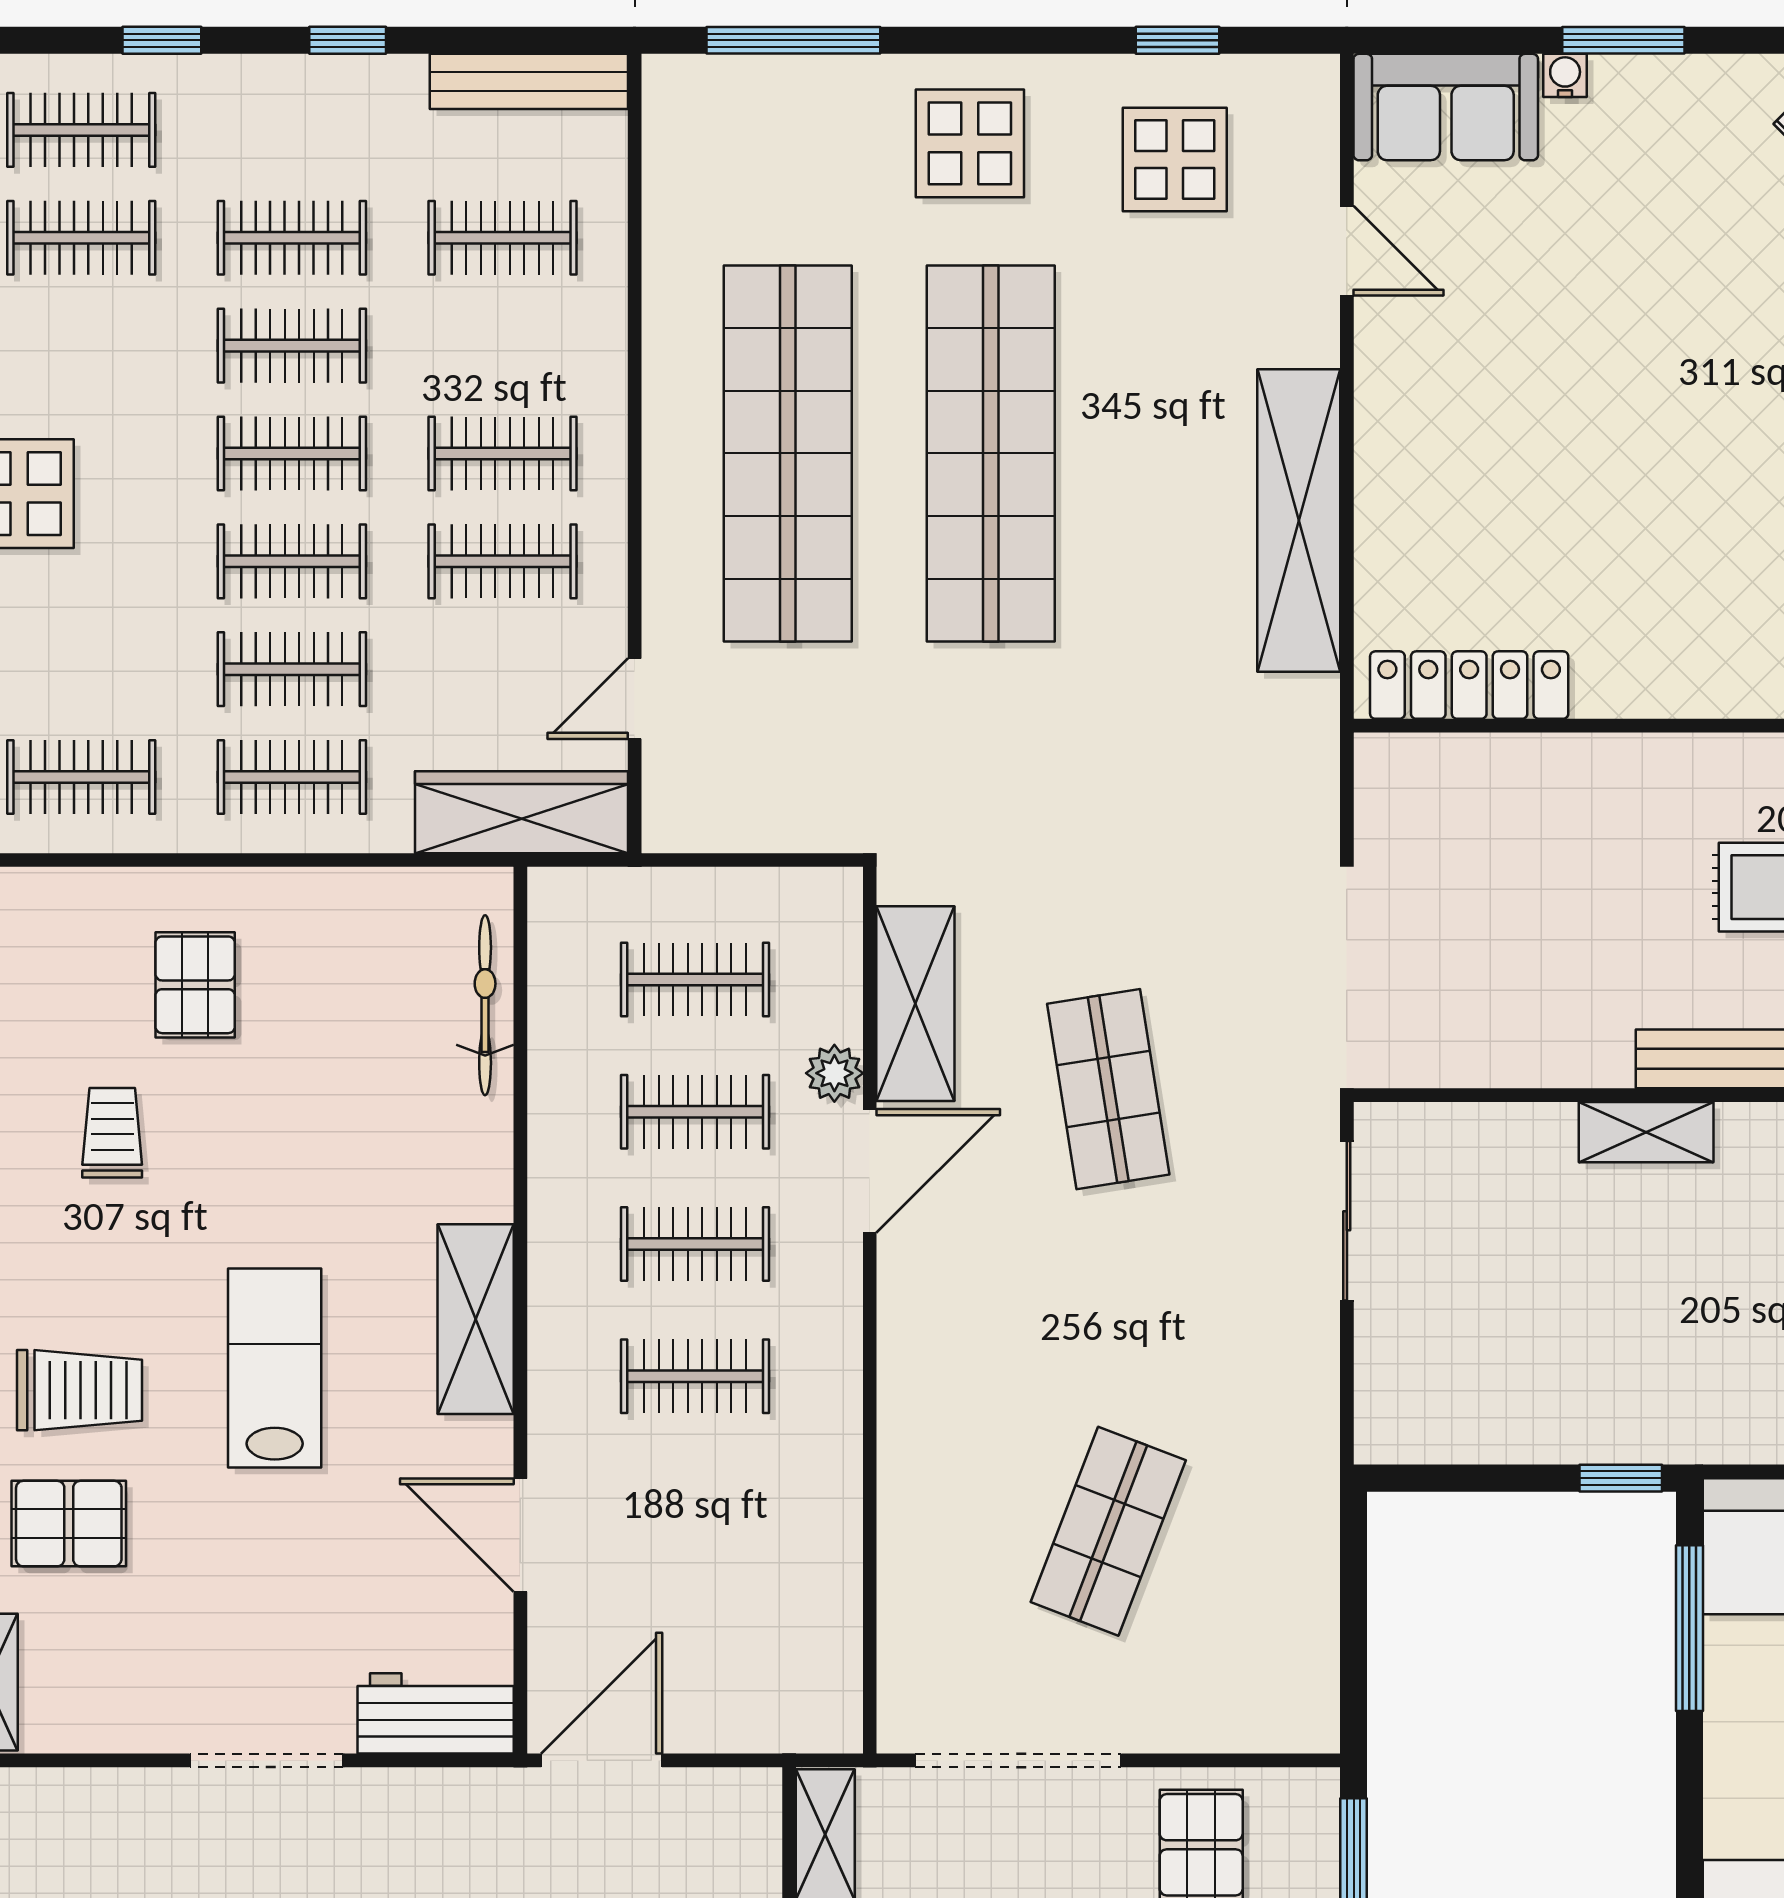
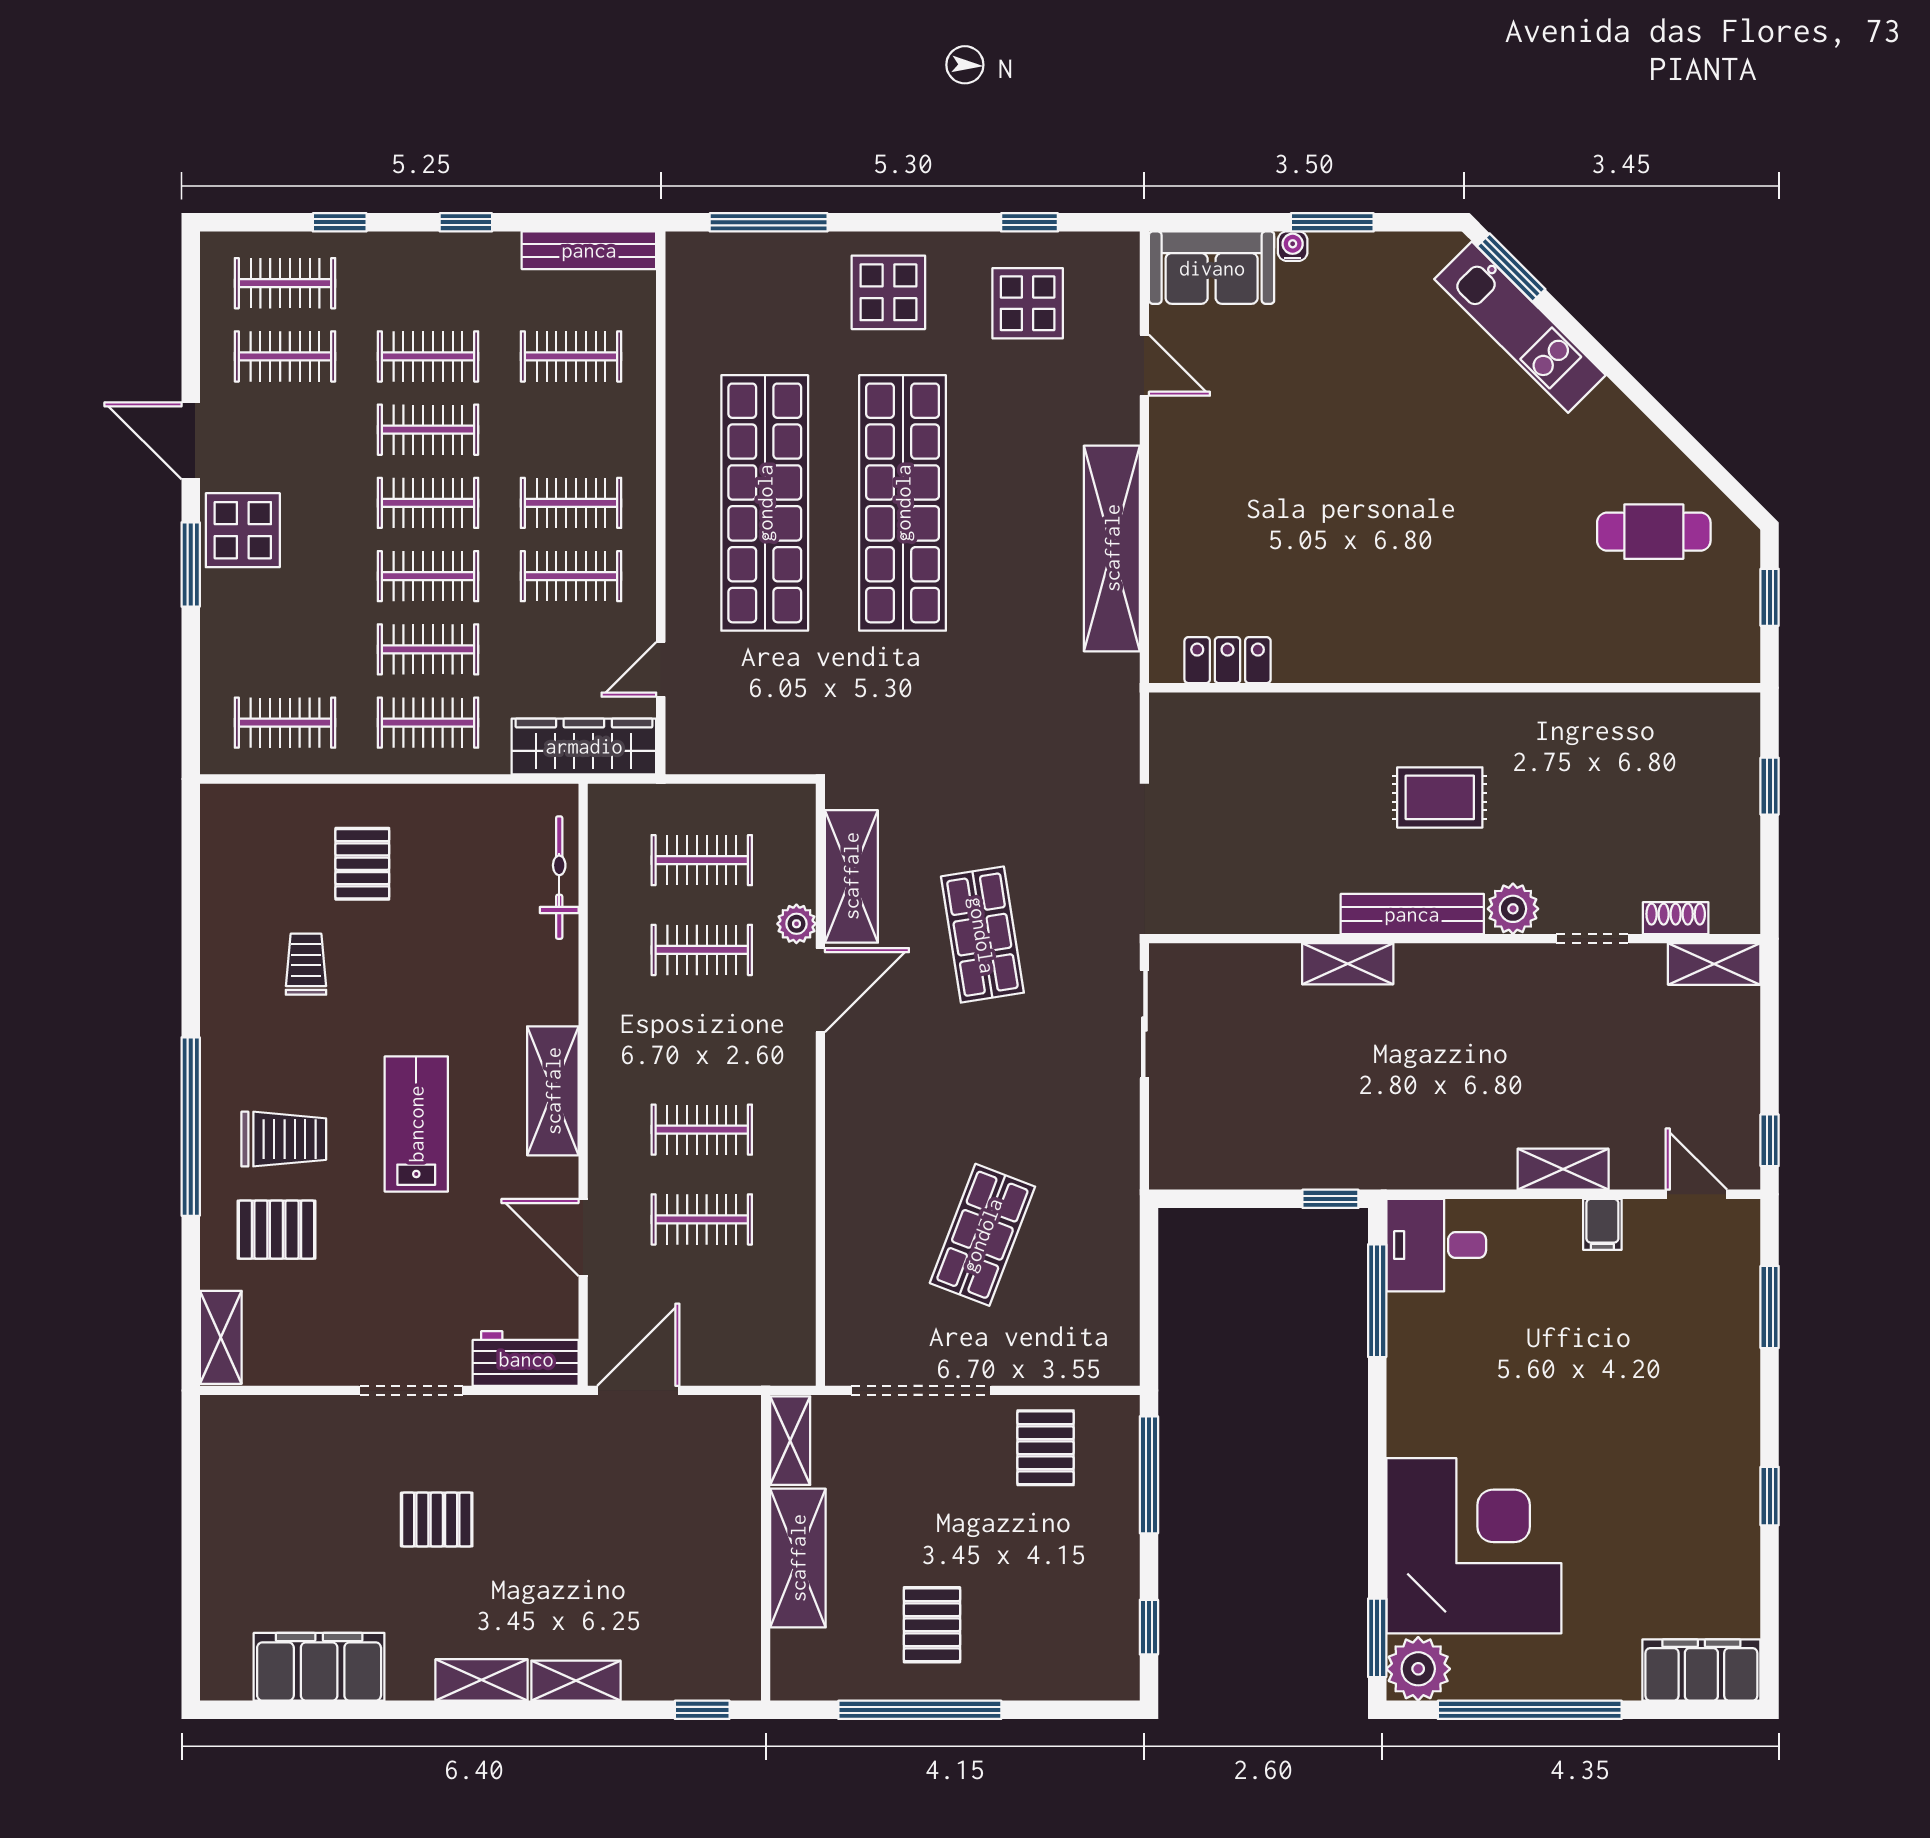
locker: (1469, 685) -> (1228, 660), width x0.66
clothes rail: (695, 1244) -> (702, 1219), moved

